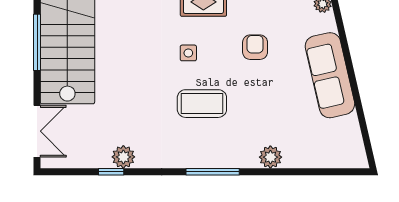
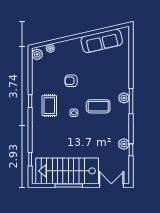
sofa: (330, 75) -> (102, 41), moved
coffee table: (202, 104) -> (98, 106), turned 90
plant: (270, 157) -> (124, 98), moved

